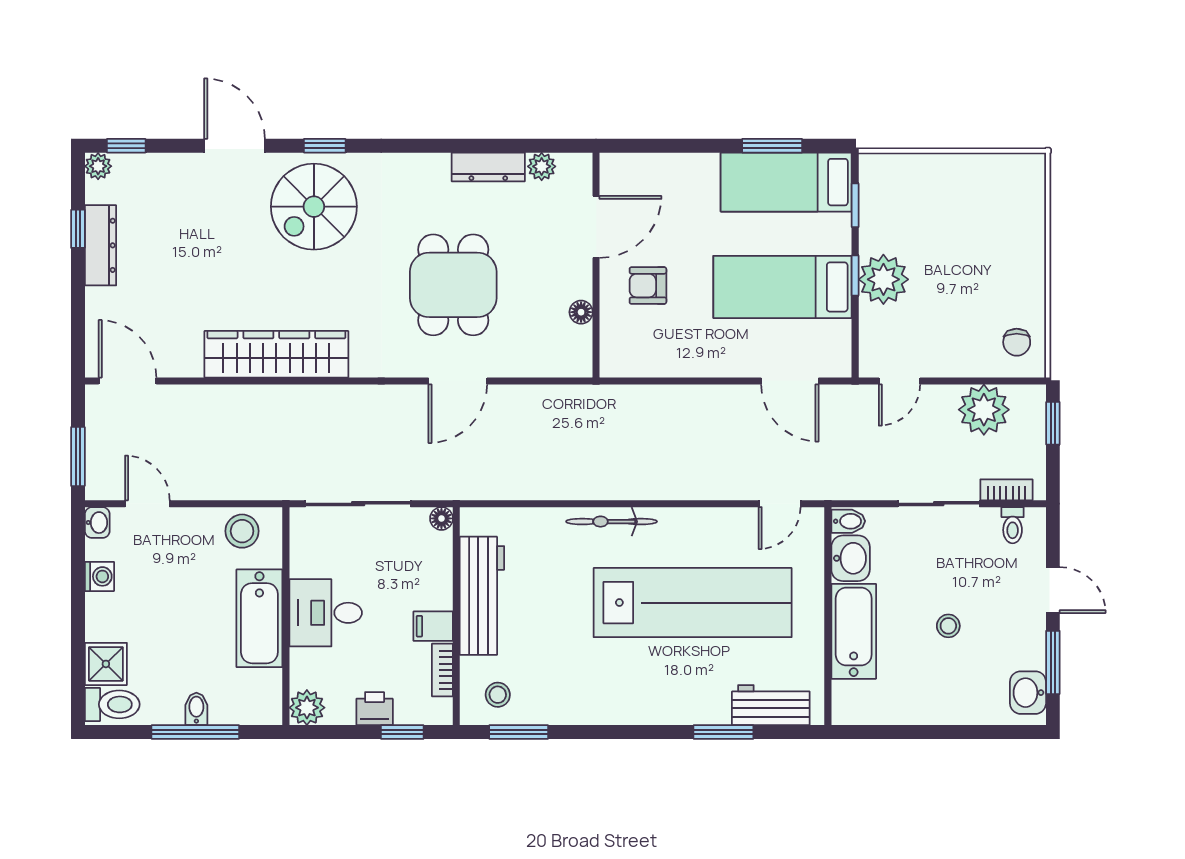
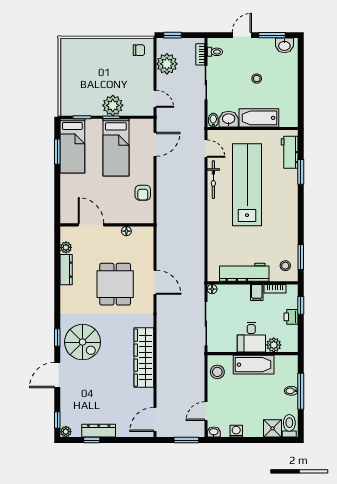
dining table: (453, 285) -> (115, 284), turned 90
armchair: (648, 286) -> (143, 193), moved
bicycle: (611, 522) -> (213, 180), moved
plant: (307, 708) -> (274, 345), moved

